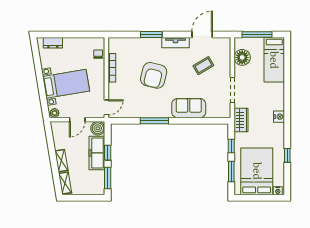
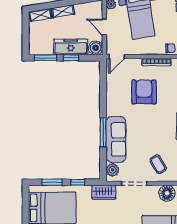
coffee table: (203, 66) -> (158, 164), moved
armchair: (154, 75) -> (144, 92), moved, turned 76
door: (106, 107) -> (117, 57), hinge flipped
sofa: (189, 108) -> (116, 139), width x1.36
plant: (219, 112) -> (112, 170), added
window: (154, 121) -> (103, 132), moved

